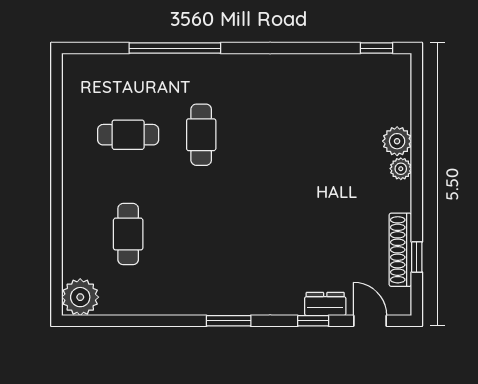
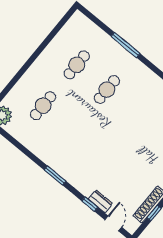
window: (175, 48) -> (125, 45), width x0.68
cafe table: (128, 135) -> (77, 65), turned 90

